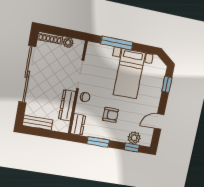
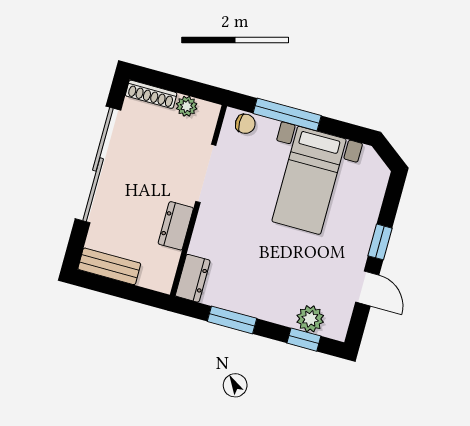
window: (167, 84) -> (380, 242), moved
chair: (85, 97) -> (245, 124), moved
dresser: (67, 105) -> (176, 226), width x0.70
armchair: (111, 115) -> (263, 264), removed
door: (159, 122) -> (367, 288), swing flipped

